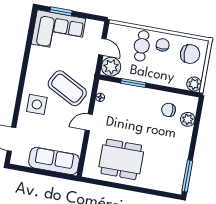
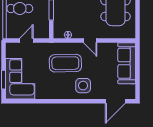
plant: (111, 67) -> (41, 31), removed
coffee table: (67, 88) -> (65, 63), turned 61

